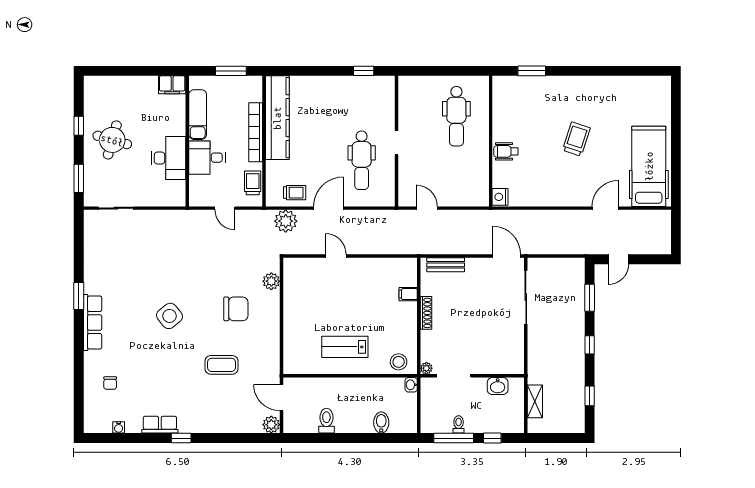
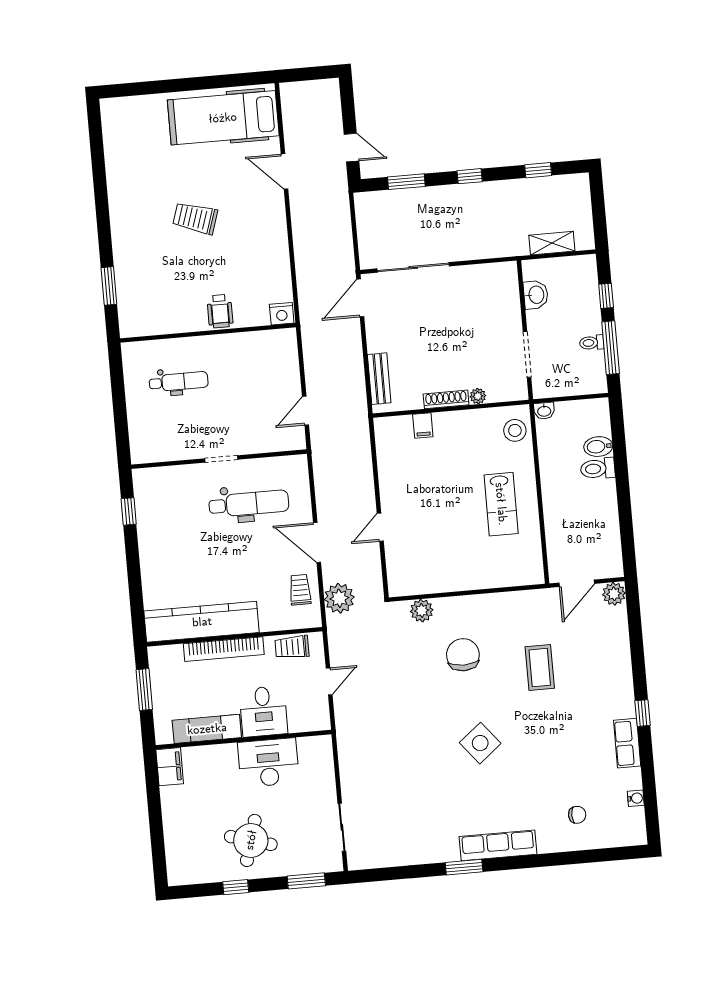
dental chair: (456, 116) -> (179, 382), width x0.73, depth x0.72
plant: (426, 368) -> (478, 396), moved
toilet: (326, 421) -> (598, 469), moved

